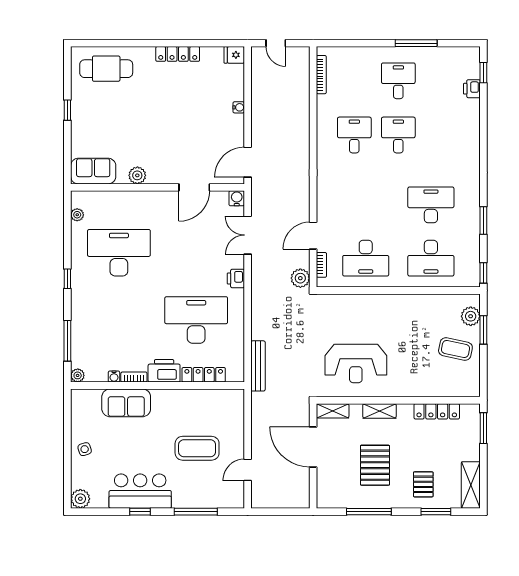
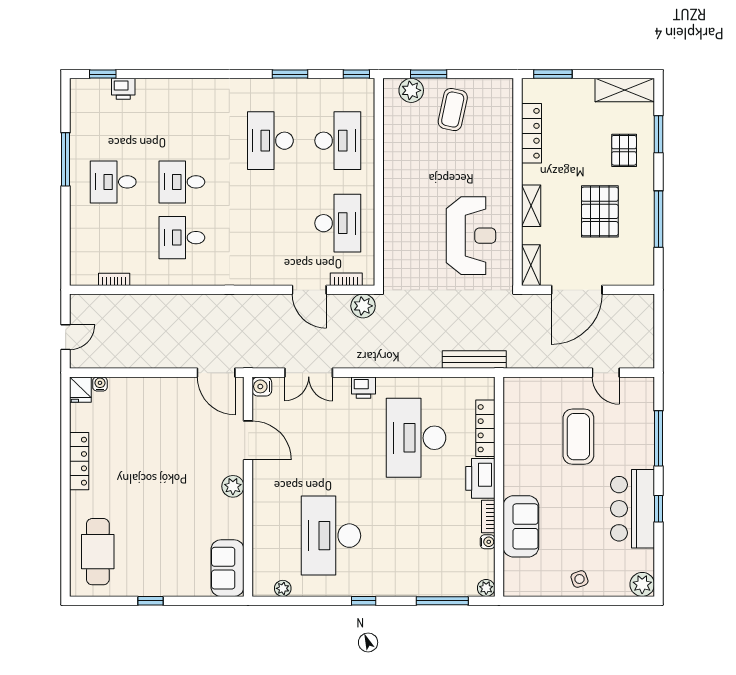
bookcase: (321, 75) -> (114, 279), width x0.64
water cooler: (239, 107) -> (100, 384), moved
plant: (137, 175) -> (233, 486), moved
pallet: (375, 465) -> (600, 211), turned 90
pallet: (423, 484) -> (624, 150), turned 90

